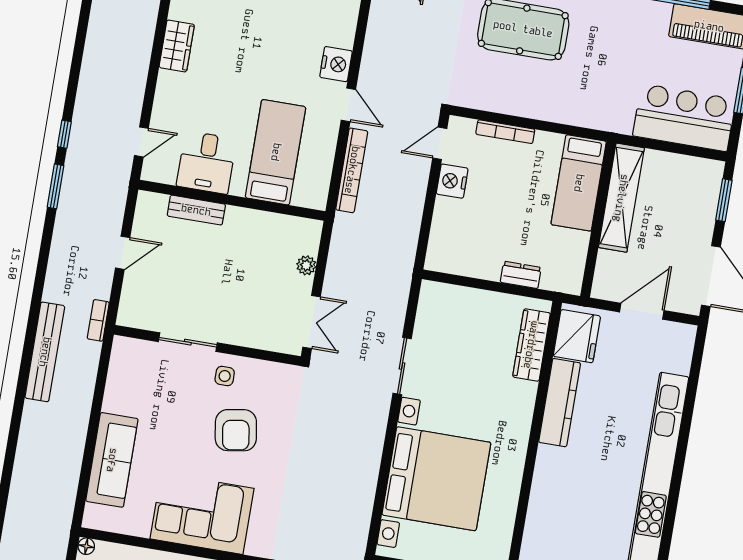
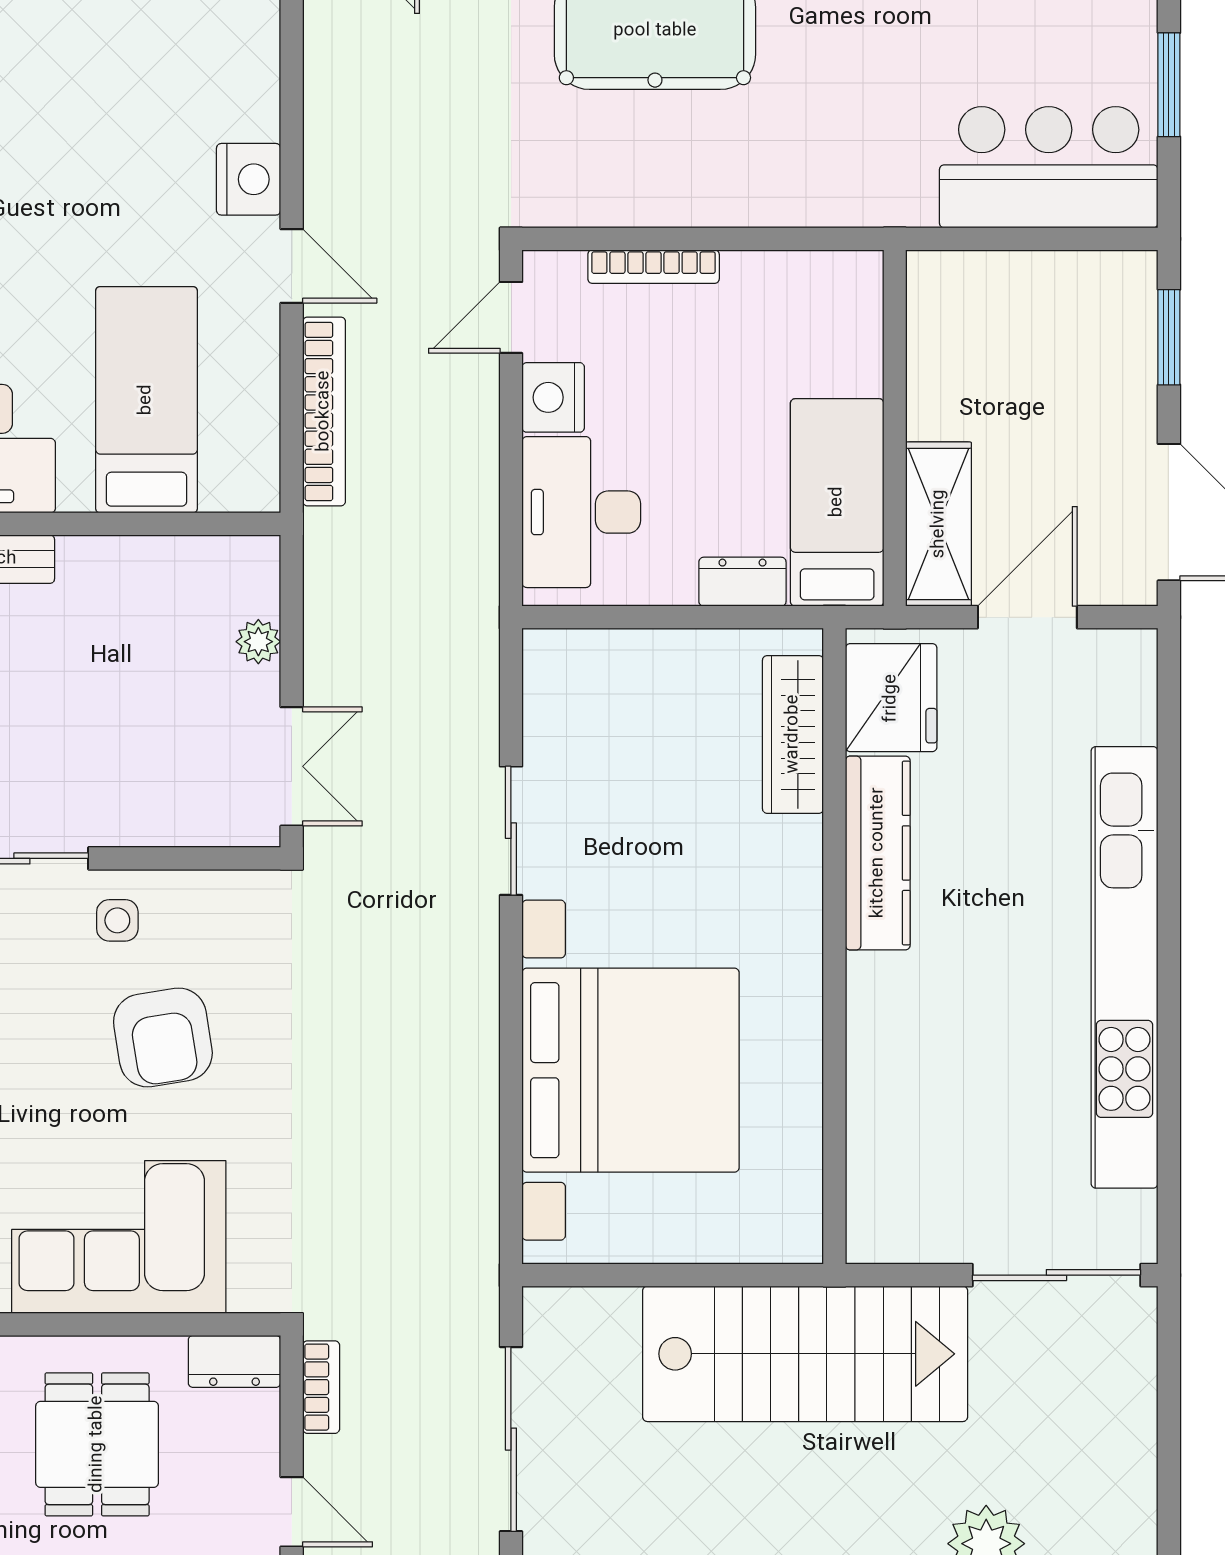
bed: (579, 183) -> (837, 502), moved, turned 180
shelving: (621, 198) -> (939, 524), moved, width x0.68
desk: (456, 233) -> (581, 512), added

